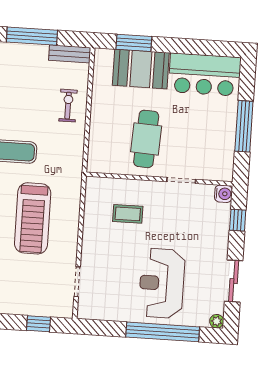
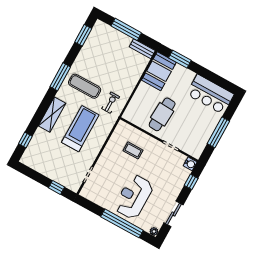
booth: (141, 69) -> (159, 71), moved, turned 90
exercise bike: (68, 106) -> (111, 103), moved
treadmill: (33, 218) -> (80, 129), turned 180

